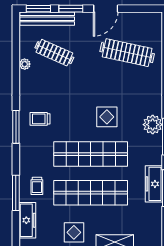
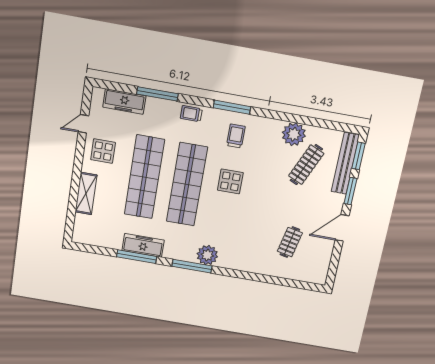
door: (106, 9) -> (342, 228), hinge flipped
clothes rail: (127, 53) -> (290, 242), width x0.54, depth x0.76
plant: (25, 64) -> (294, 134), width x1.88, depth x1.88
display table: (107, 117) -> (230, 181), moved
trolley: (37, 186) -> (191, 114), moved

